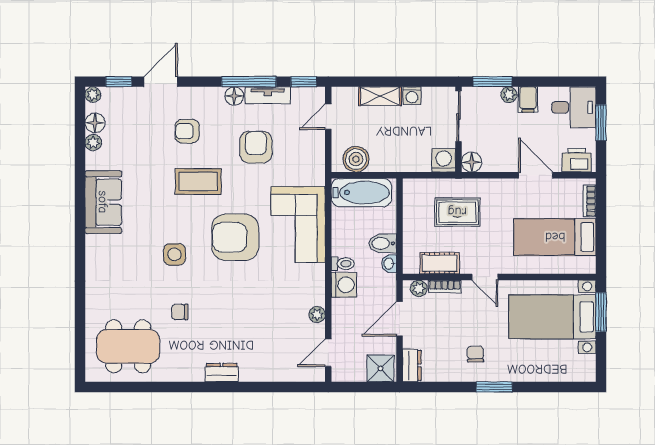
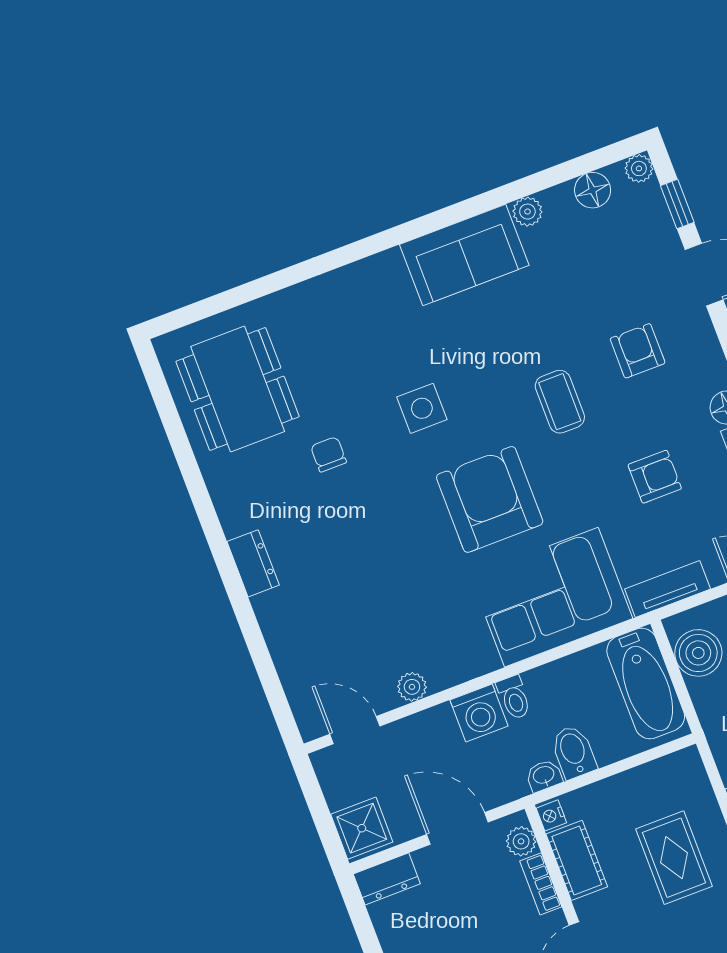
plant: (93, 143) -> (527, 212), moved
armchair: (256, 147) -> (655, 477), width x0.72, depth x0.72
tv unit: (317, 163) -> (668, 589), added
coffee table: (198, 182) -> (560, 402), width x0.73, depth x0.77
nightstand: (411, 267) -> (551, 815), added

